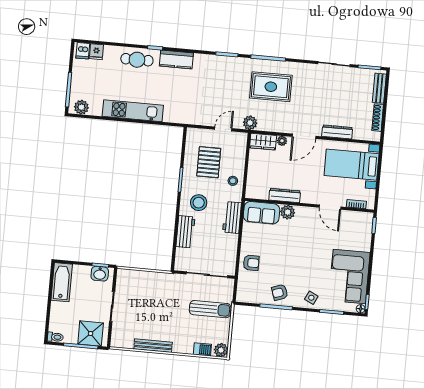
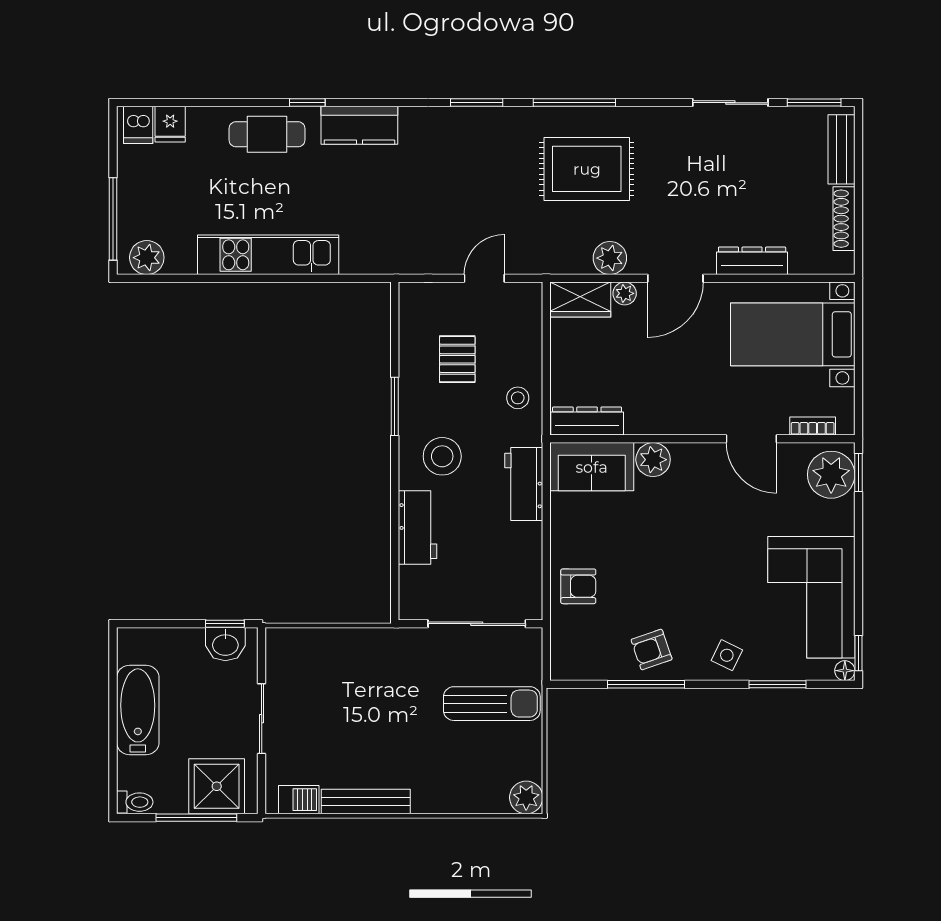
plant: (250, 123) -> (610, 258), moved
pallet: (209, 162) -> (457, 359), width x0.67, depth x0.71
dresser: (285, 195) -> (587, 421), moved
plant: (362, 225) -> (831, 475), added
bathtub: (62, 282) -> (138, 710), moved
barbecue: (202, 349) -> (299, 800), moved

